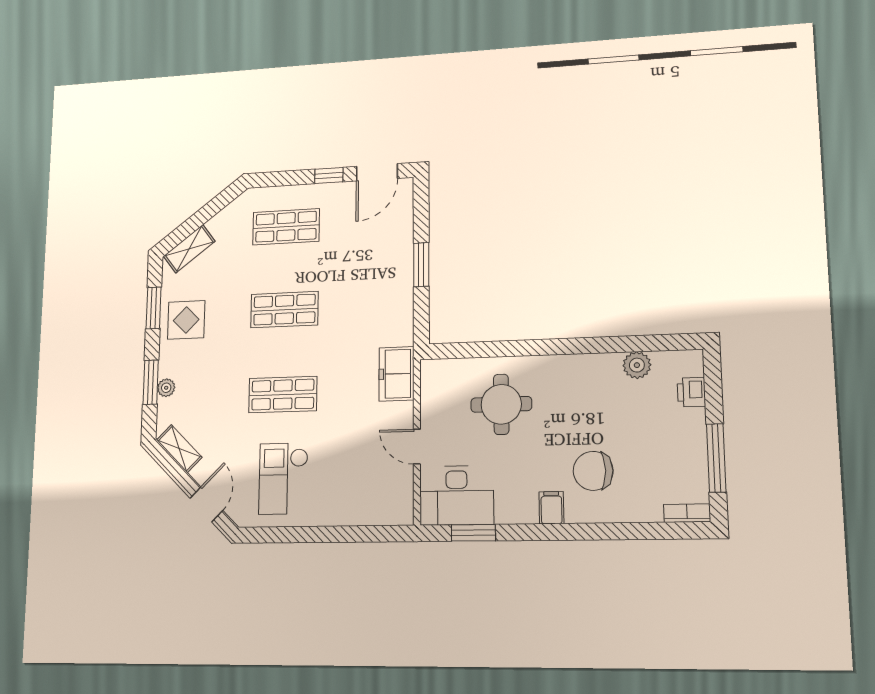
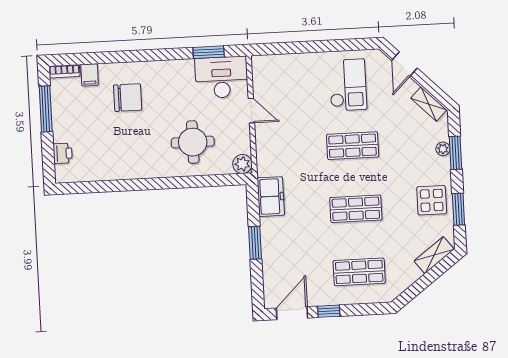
plant: (637, 365) -> (242, 164), moved
freezer: (396, 374) -> (271, 197), moved
filing cabinet: (551, 508) -> (90, 75), moved

